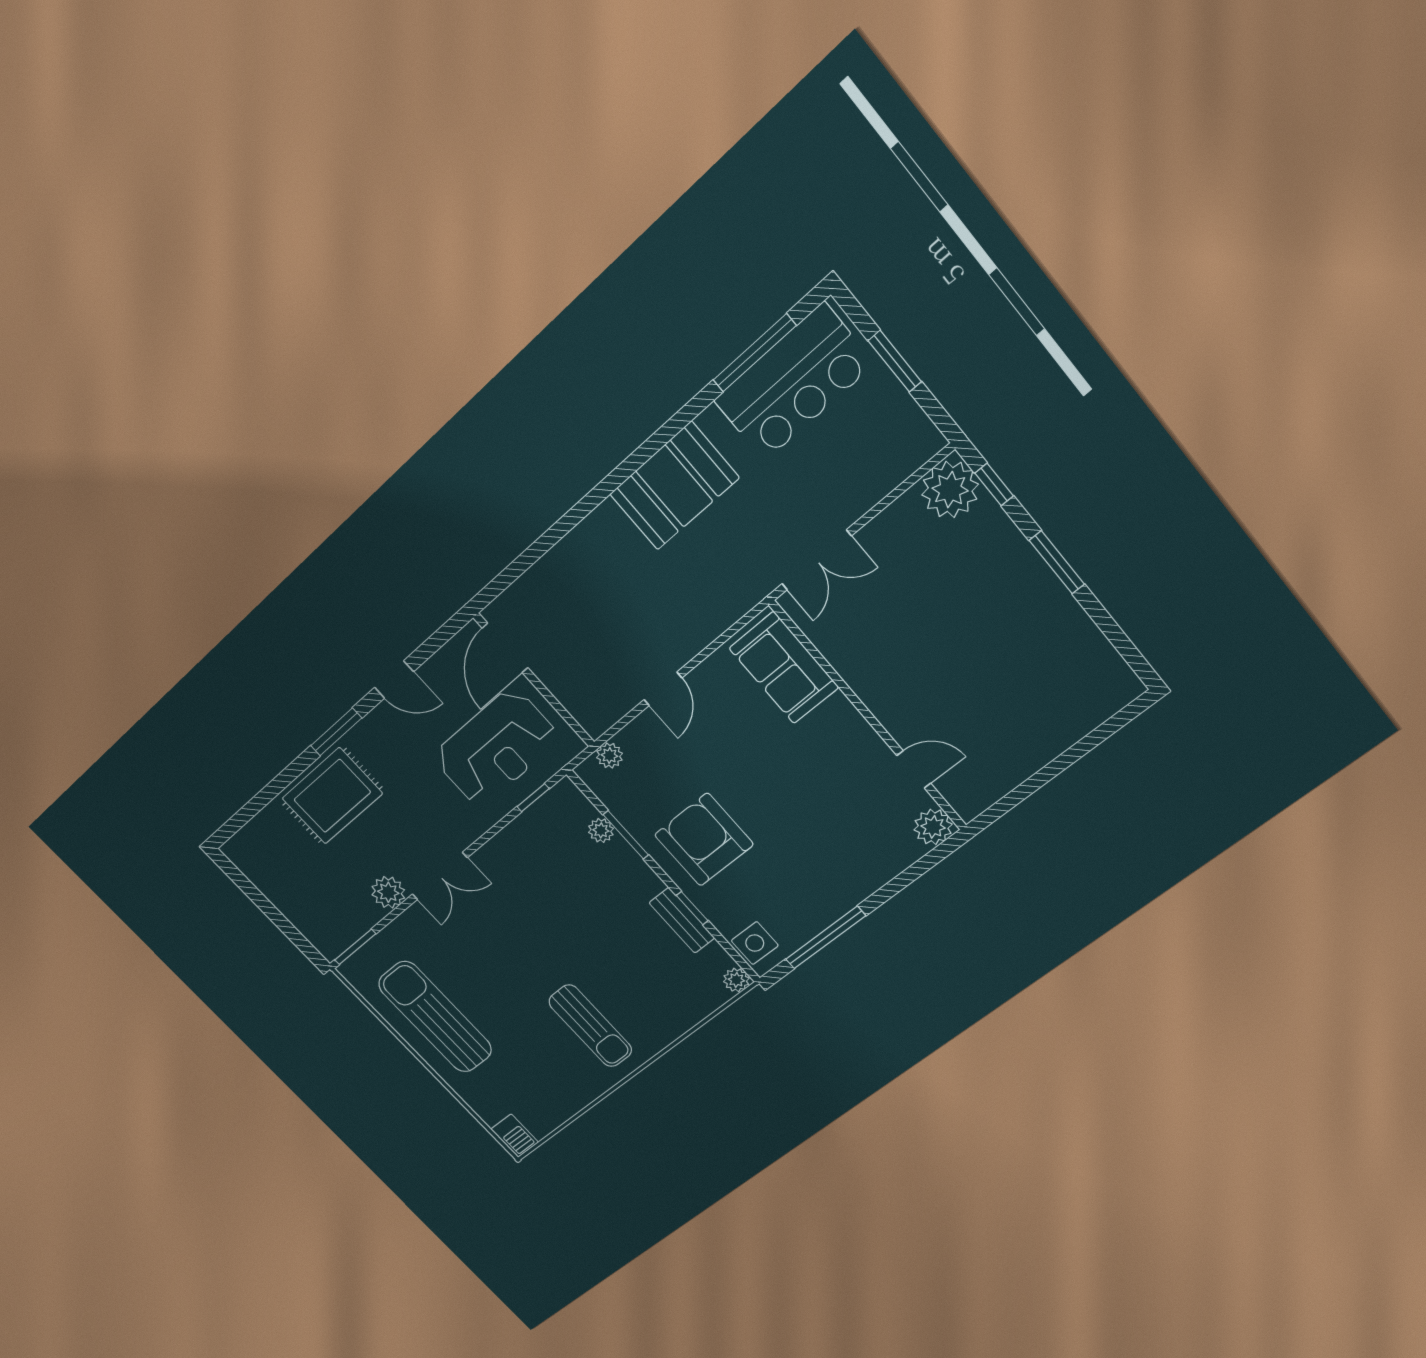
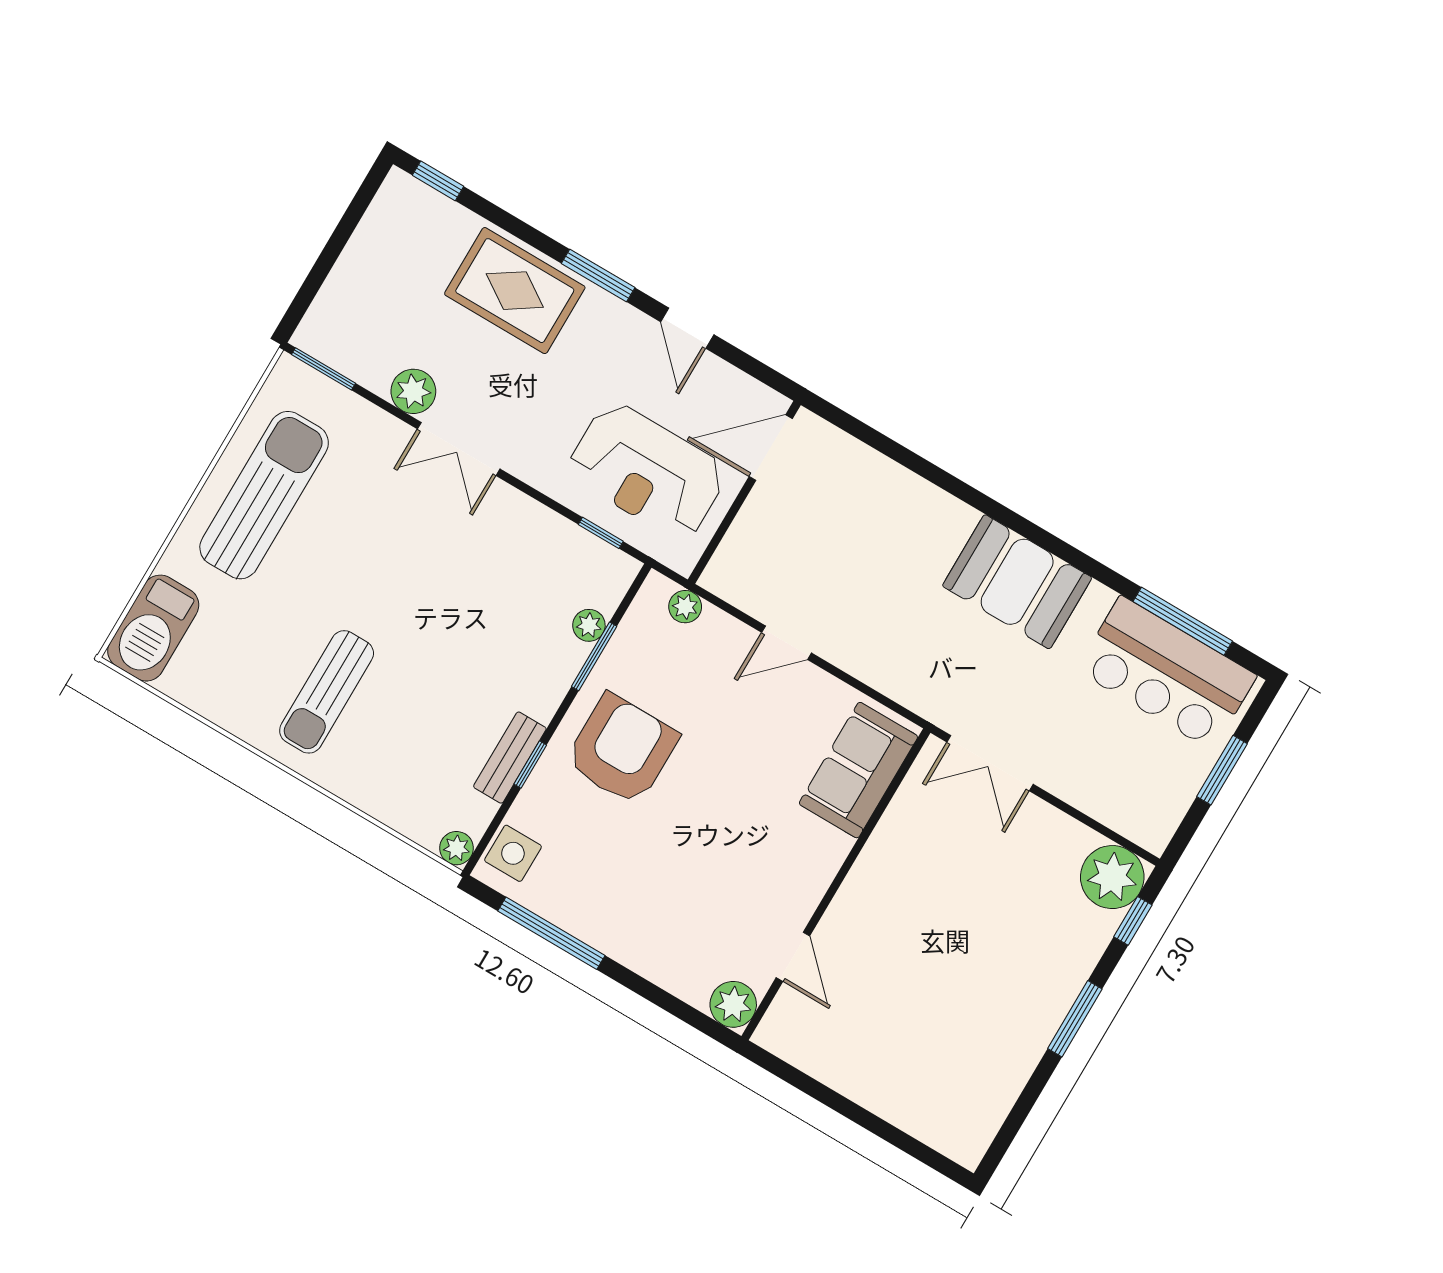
window: (237, 822) -> (438, 181), added
barbecue: (515, 1136) -> (153, 628), width x1.88, depth x1.53

